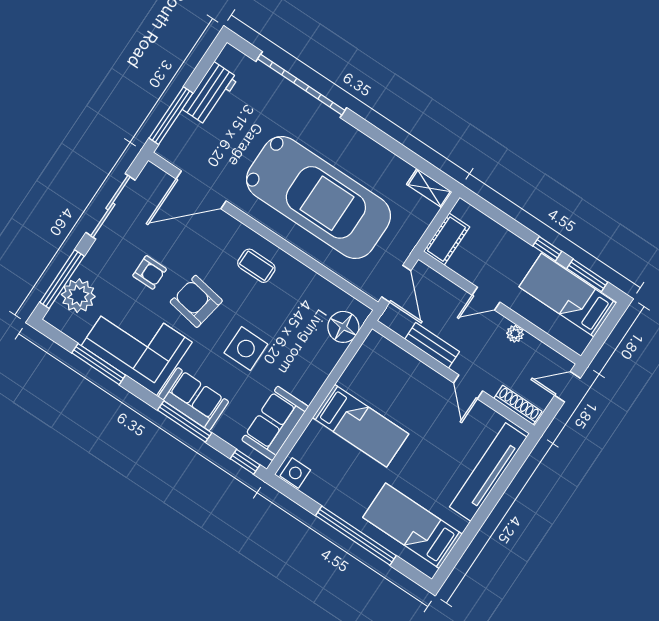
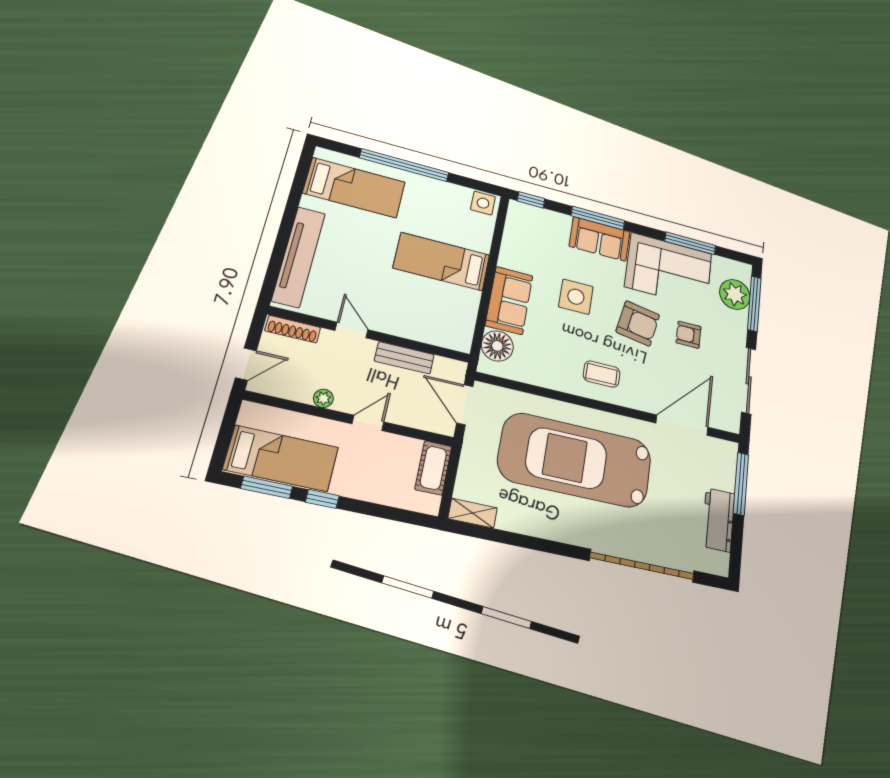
sofa: (275, 423) -> (509, 300), moved

